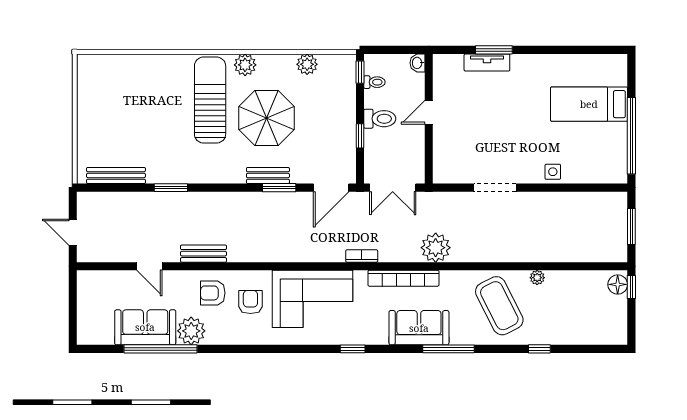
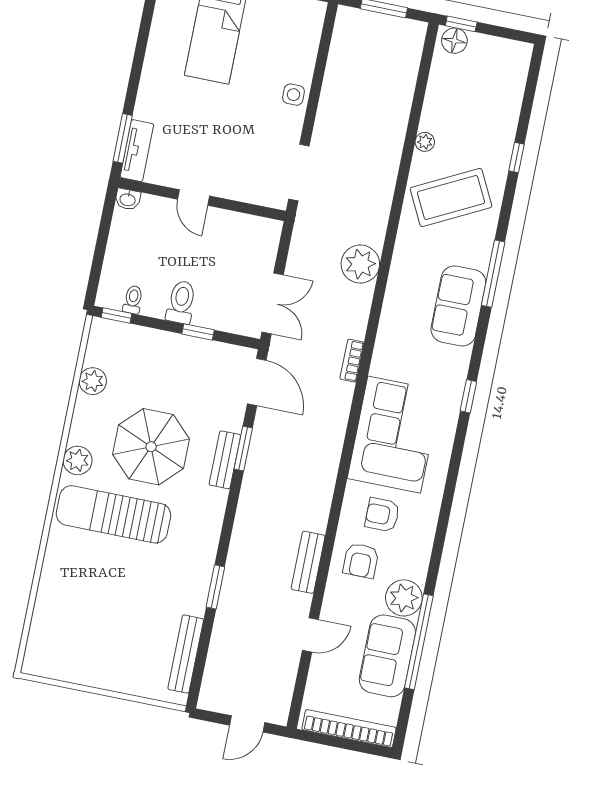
washbasin: (417, 63) -> (128, 199), moved
door: (429, 112) -> (194, 198), moved
wall: (429, 119) -> (202, 199), moved
bookcase: (403, 278) -> (349, 729), moved, turned -90

